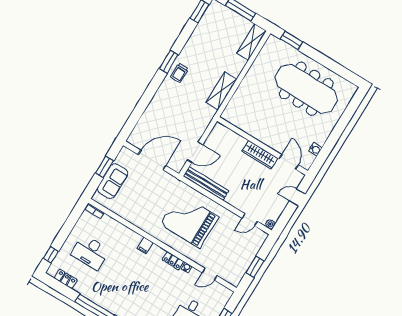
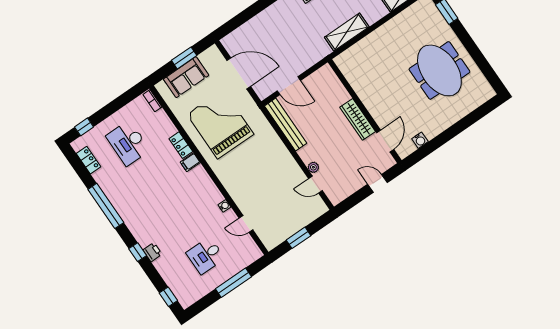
meeting table: (306, 89) -> (439, 70), width x0.73
grand piano: (189, 221) -> (220, 124), moved
plant: (270, 224) -> (313, 167), moved
locker: (173, 261) -> (181, 145), moved

